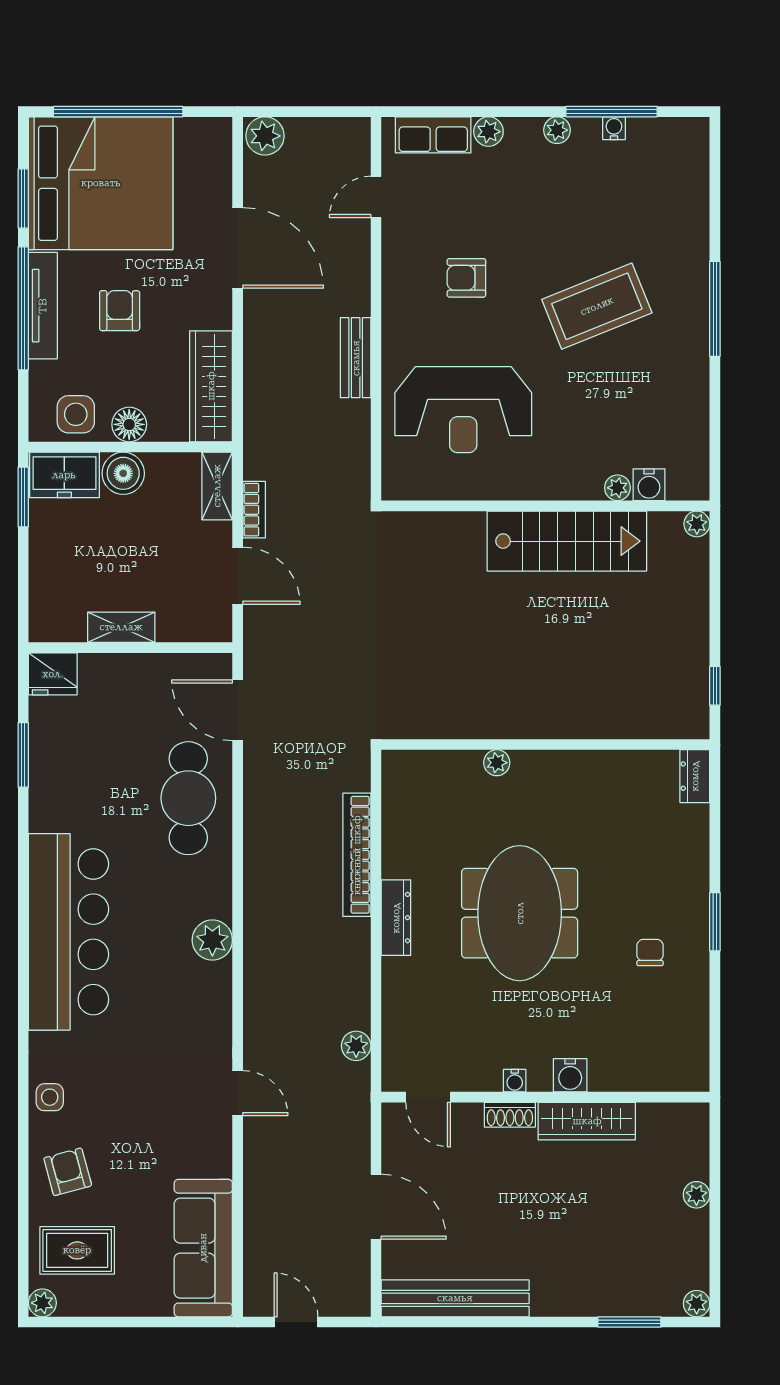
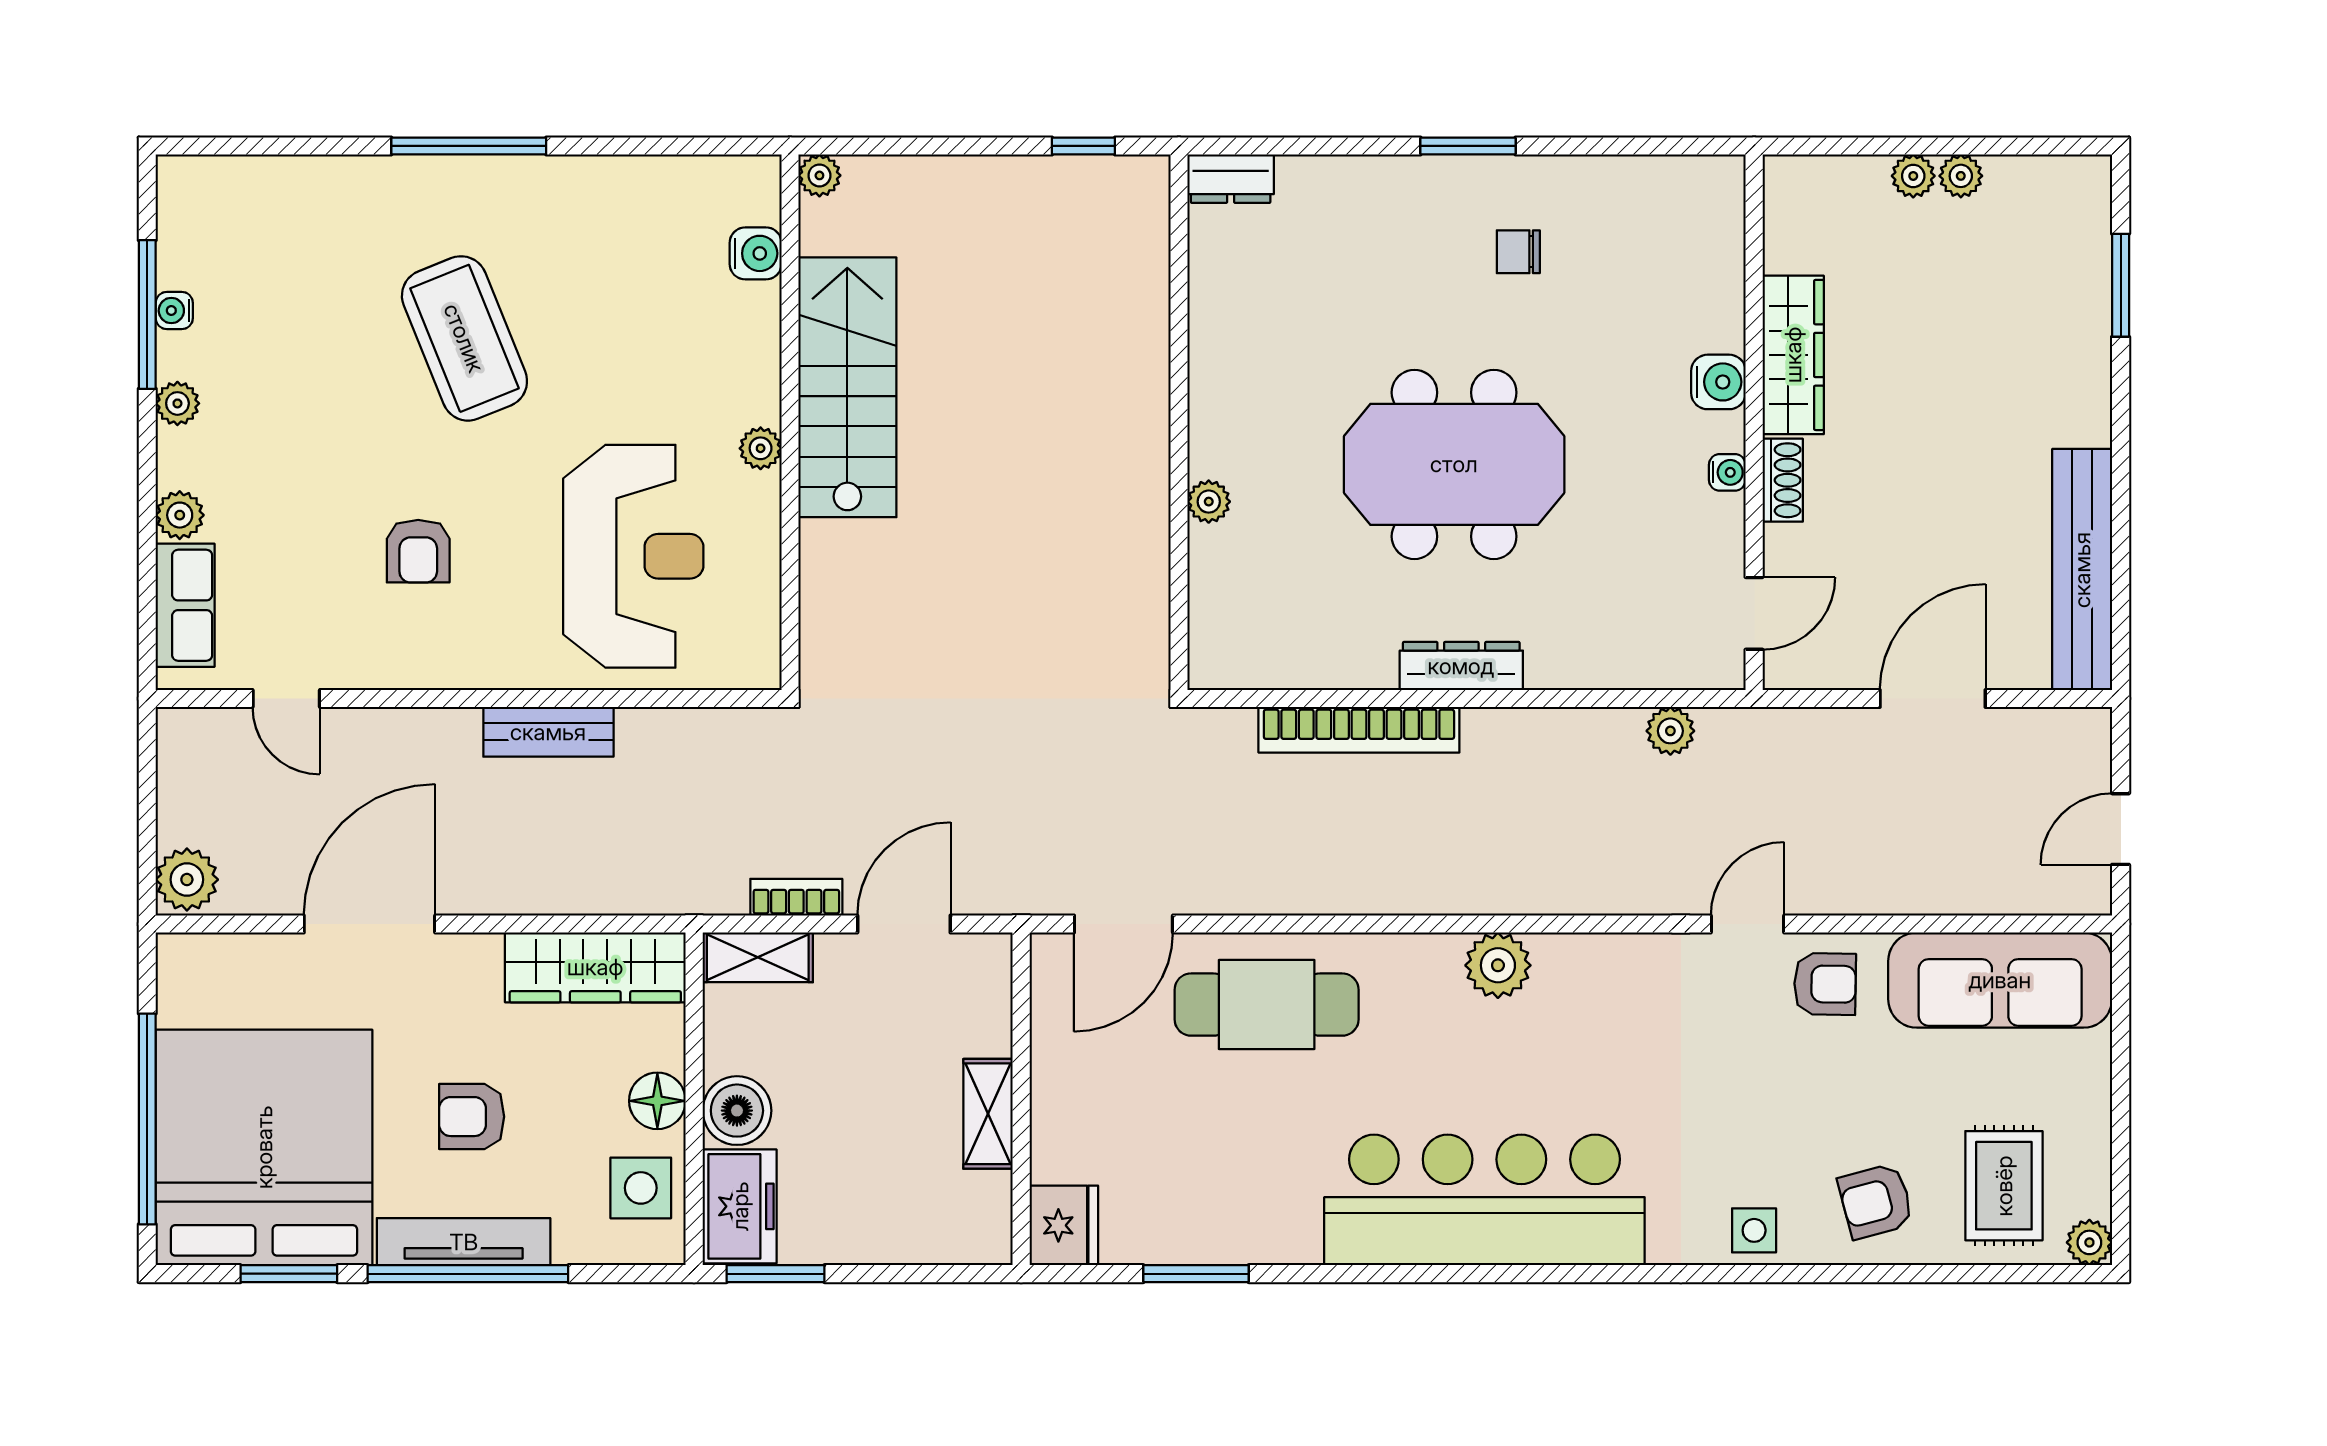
plant: (617, 488) -> (761, 448), moved
armchair: (201, 1141) -> (1825, 984), added
plant: (697, 1304) -> (1961, 176), moved

